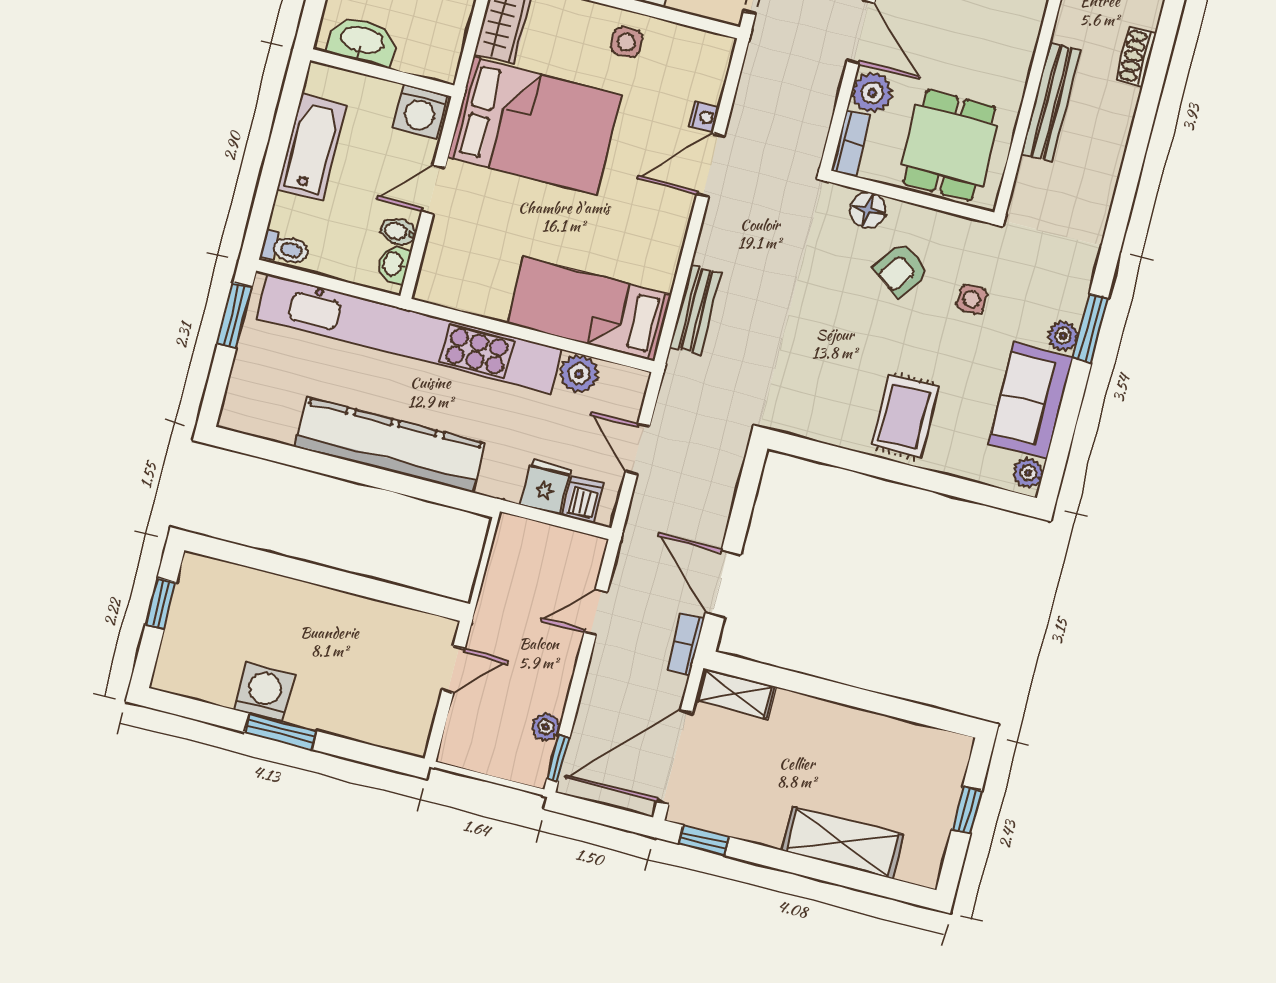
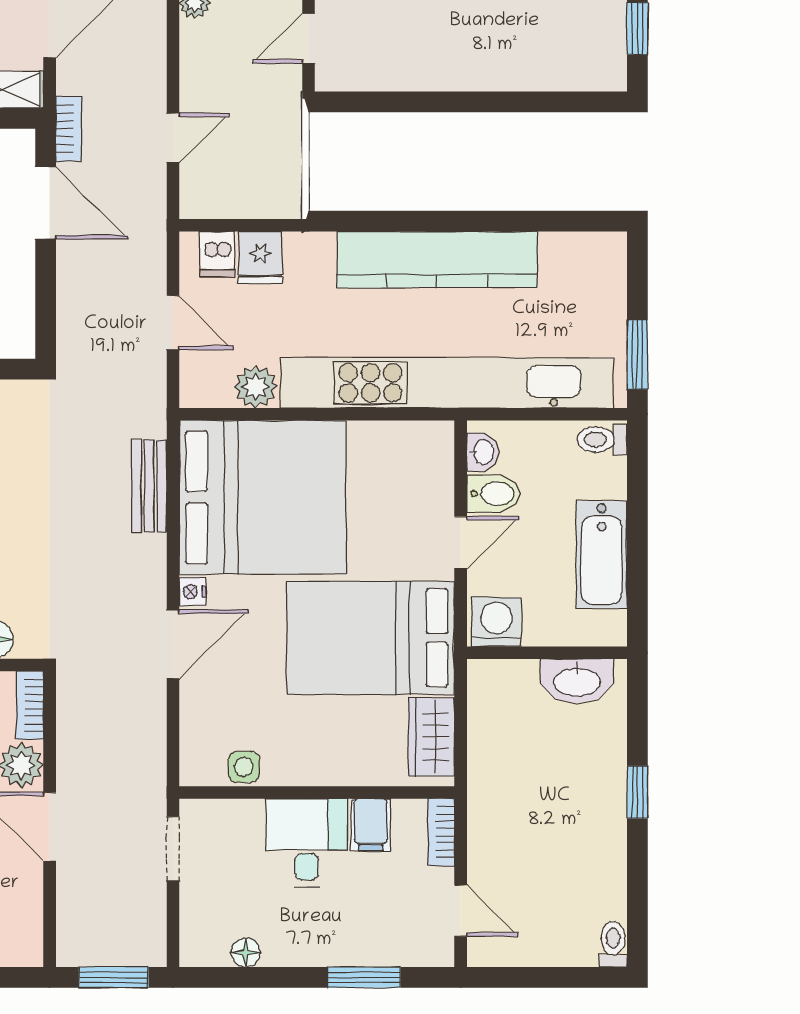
side table: (626, 42) -> (244, 767), moved
nightstand: (705, 117) -> (192, 592), moved
bidet: (398, 231) -> (493, 494), width x1.38, depth x1.36
bed: (589, 309) -> (263, 497), width x2.04

